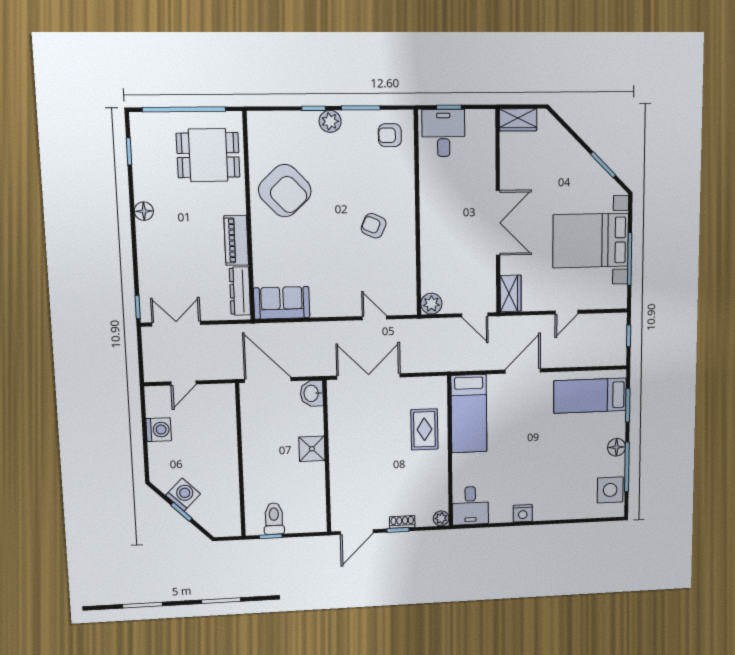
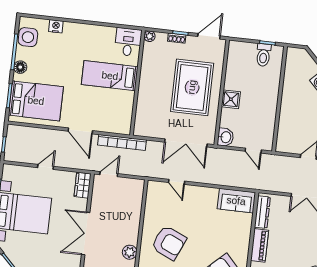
armchair: (374, 226) -> (169, 243), width x1.88, depth x1.88
plant: (431, 304) -> (130, 252), moved
door: (475, 315) -> (109, 174), hinge flipped
bookcase: (461, 363) -> (122, 142), added
door: (523, 371) -> (80, 131), hinge flipped
door: (268, 380) -> (253, 151), width x0.53
bed: (590, 396) -> (36, 101), width x1.50
bed: (469, 414) -> (110, 76), moved, turned -90
rug: (424, 429) -> (192, 87), moved, width x1.86, depth x2.06
nightstand: (523, 513) -> (56, 26), moved

